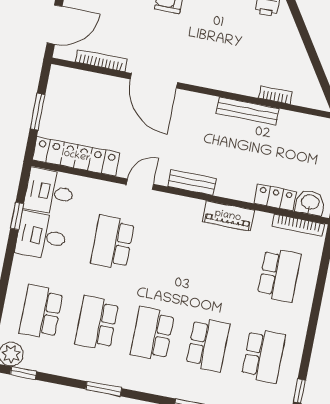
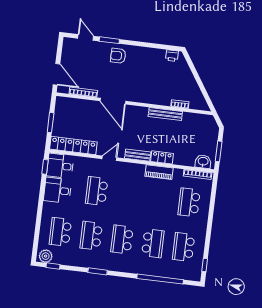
door: (55, 25) -> (56, 74), hinge flipped
locker: (275, 197) -> (162, 157), moved
window: (17, 216) -> (45, 167), moved
school desk: (279, 275) -> (189, 202), turned 180
school desk: (263, 356) -> (184, 247), turned 180

